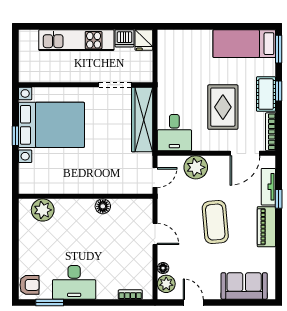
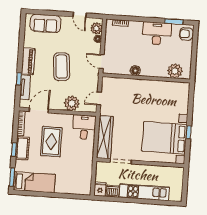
wall: (86, 196) -> (146, 78), moved
floor lamp: (103, 206) -> (135, 71), moved
plant: (43, 210) -> (175, 71), moved

